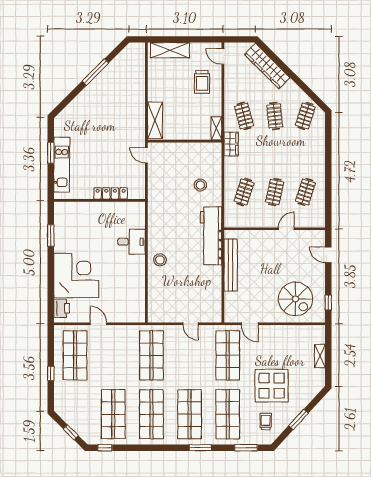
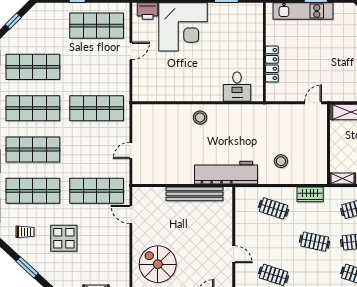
wardrobe: (231, 144) -> (310, 194), moved
clothes rail: (275, 192) -> (315, 242), moved
desk: (132, 242) -> (237, 87), moved
spiral stairs: (295, 299) -> (158, 264), turned 90
door: (250, 324) -> (131, 215), hinge flipped
display table: (272, 386) -> (64, 238), width x0.73, depth x0.73

